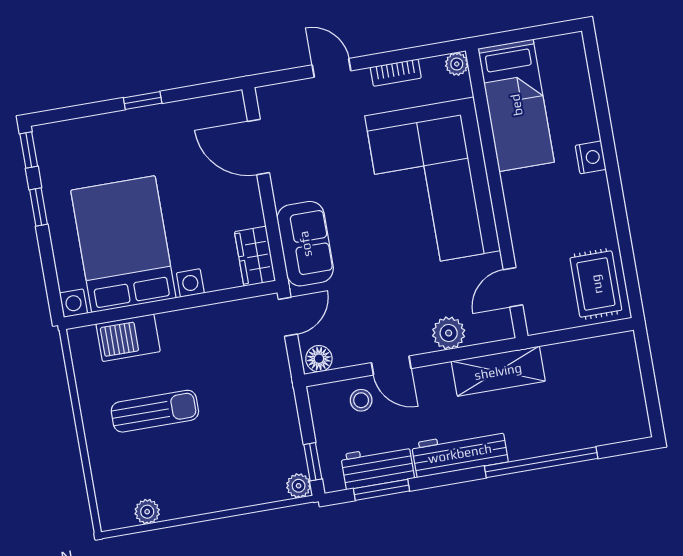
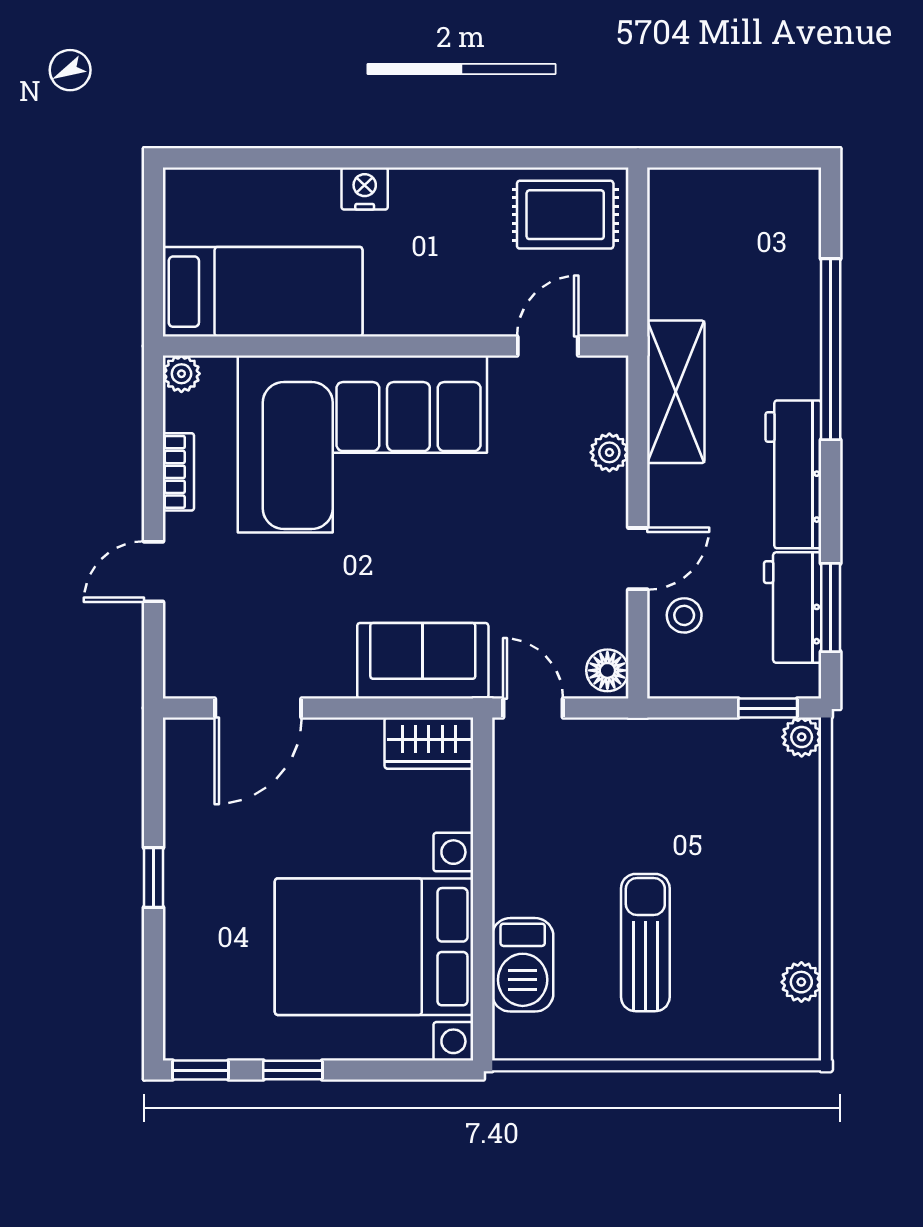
door: (513, 287) -> (548, 346), swing flipped
plant: (449, 333) -> (609, 452), width x0.73, depth x0.73

